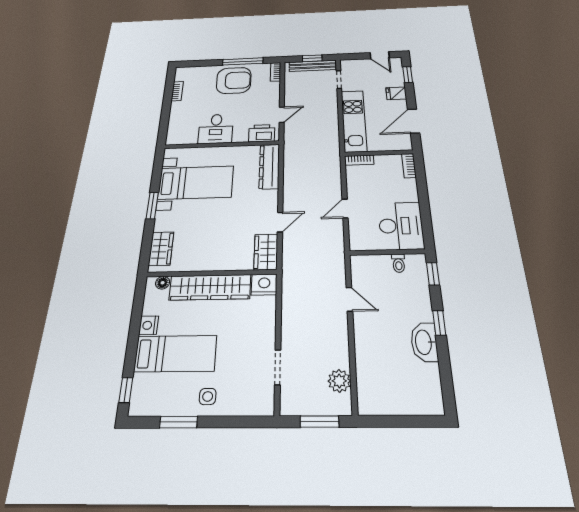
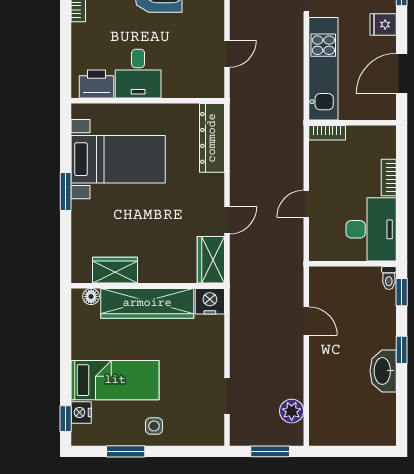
printer: (262, 133) -> (97, 84), moved
bookcase: (409, 166) -> (389, 177), moved
wardrobe: (161, 249) -> (115, 270), moved, turned -90
toilet: (399, 263) -> (389, 278), moved
nightstand: (149, 325) -> (81, 412), moved

